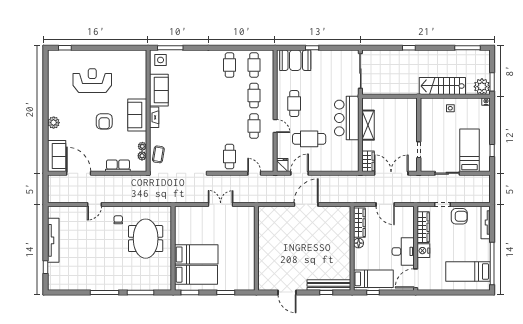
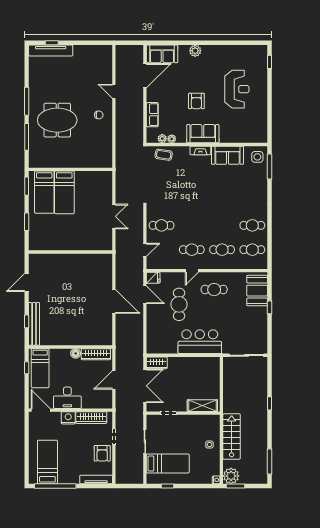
armchair: (104, 121) -> (196, 101), turned -90
shelving: (368, 125) -> (202, 406), moved
meeting table: (146, 239) -> (57, 120), moved
tv unit: (53, 240) -> (51, 50), moved

